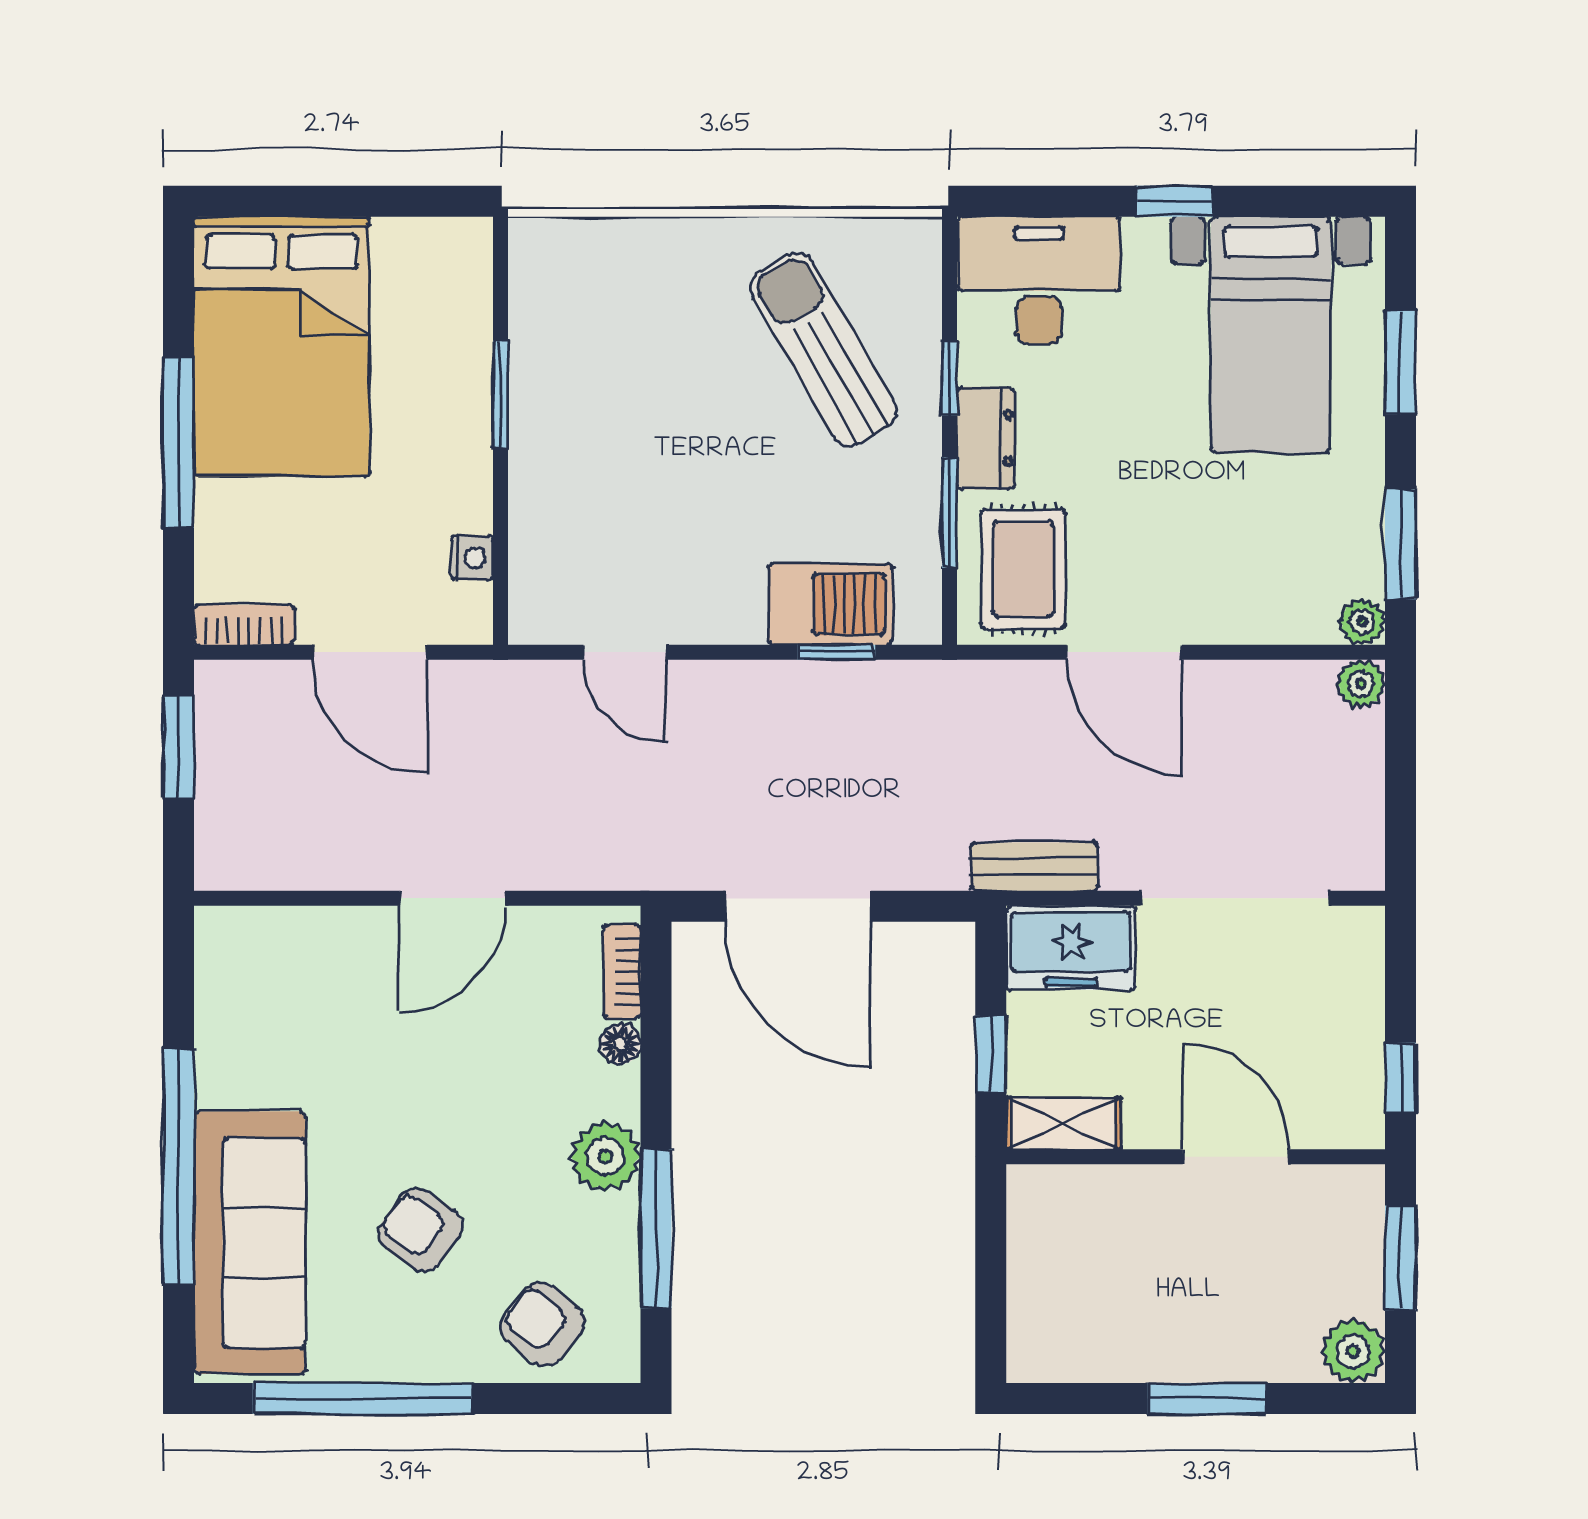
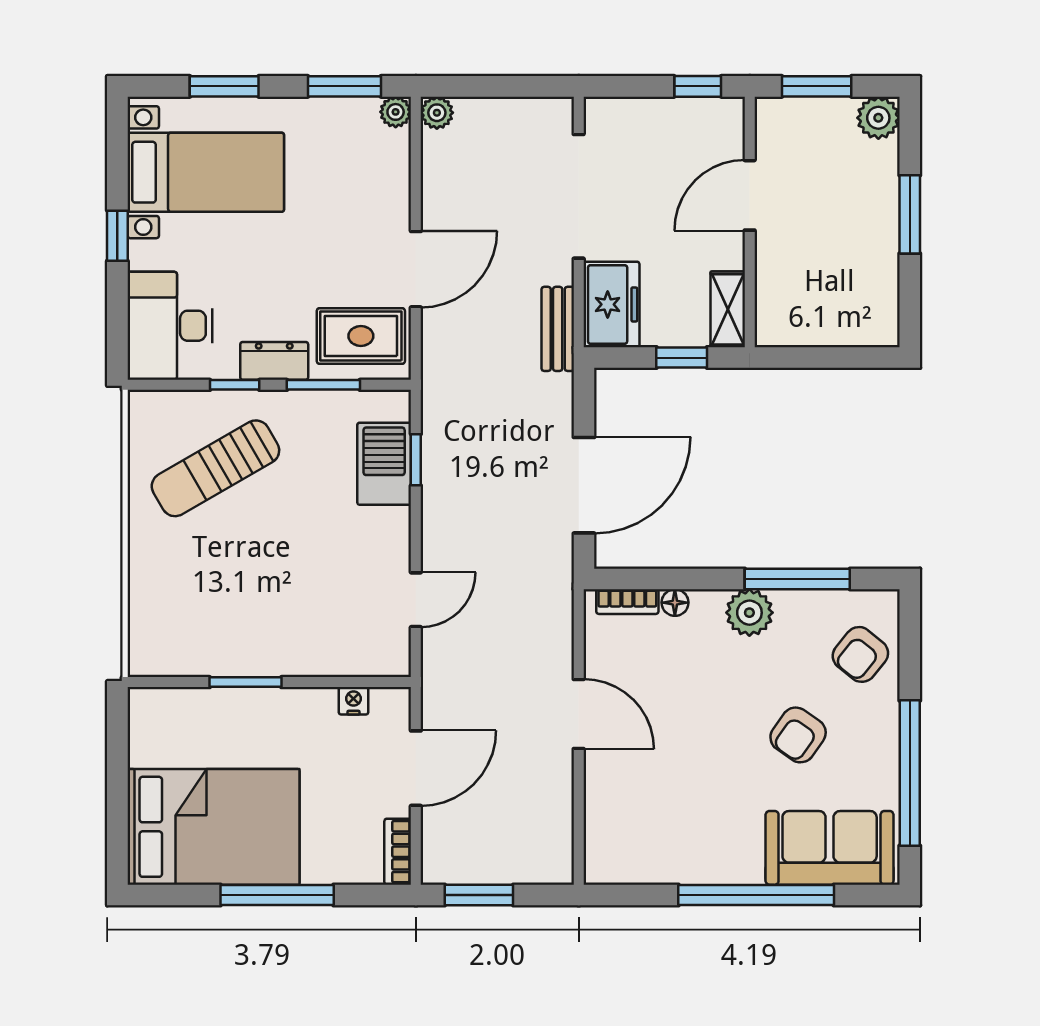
sofa: (250, 1243) -> (830, 848), width x0.73

